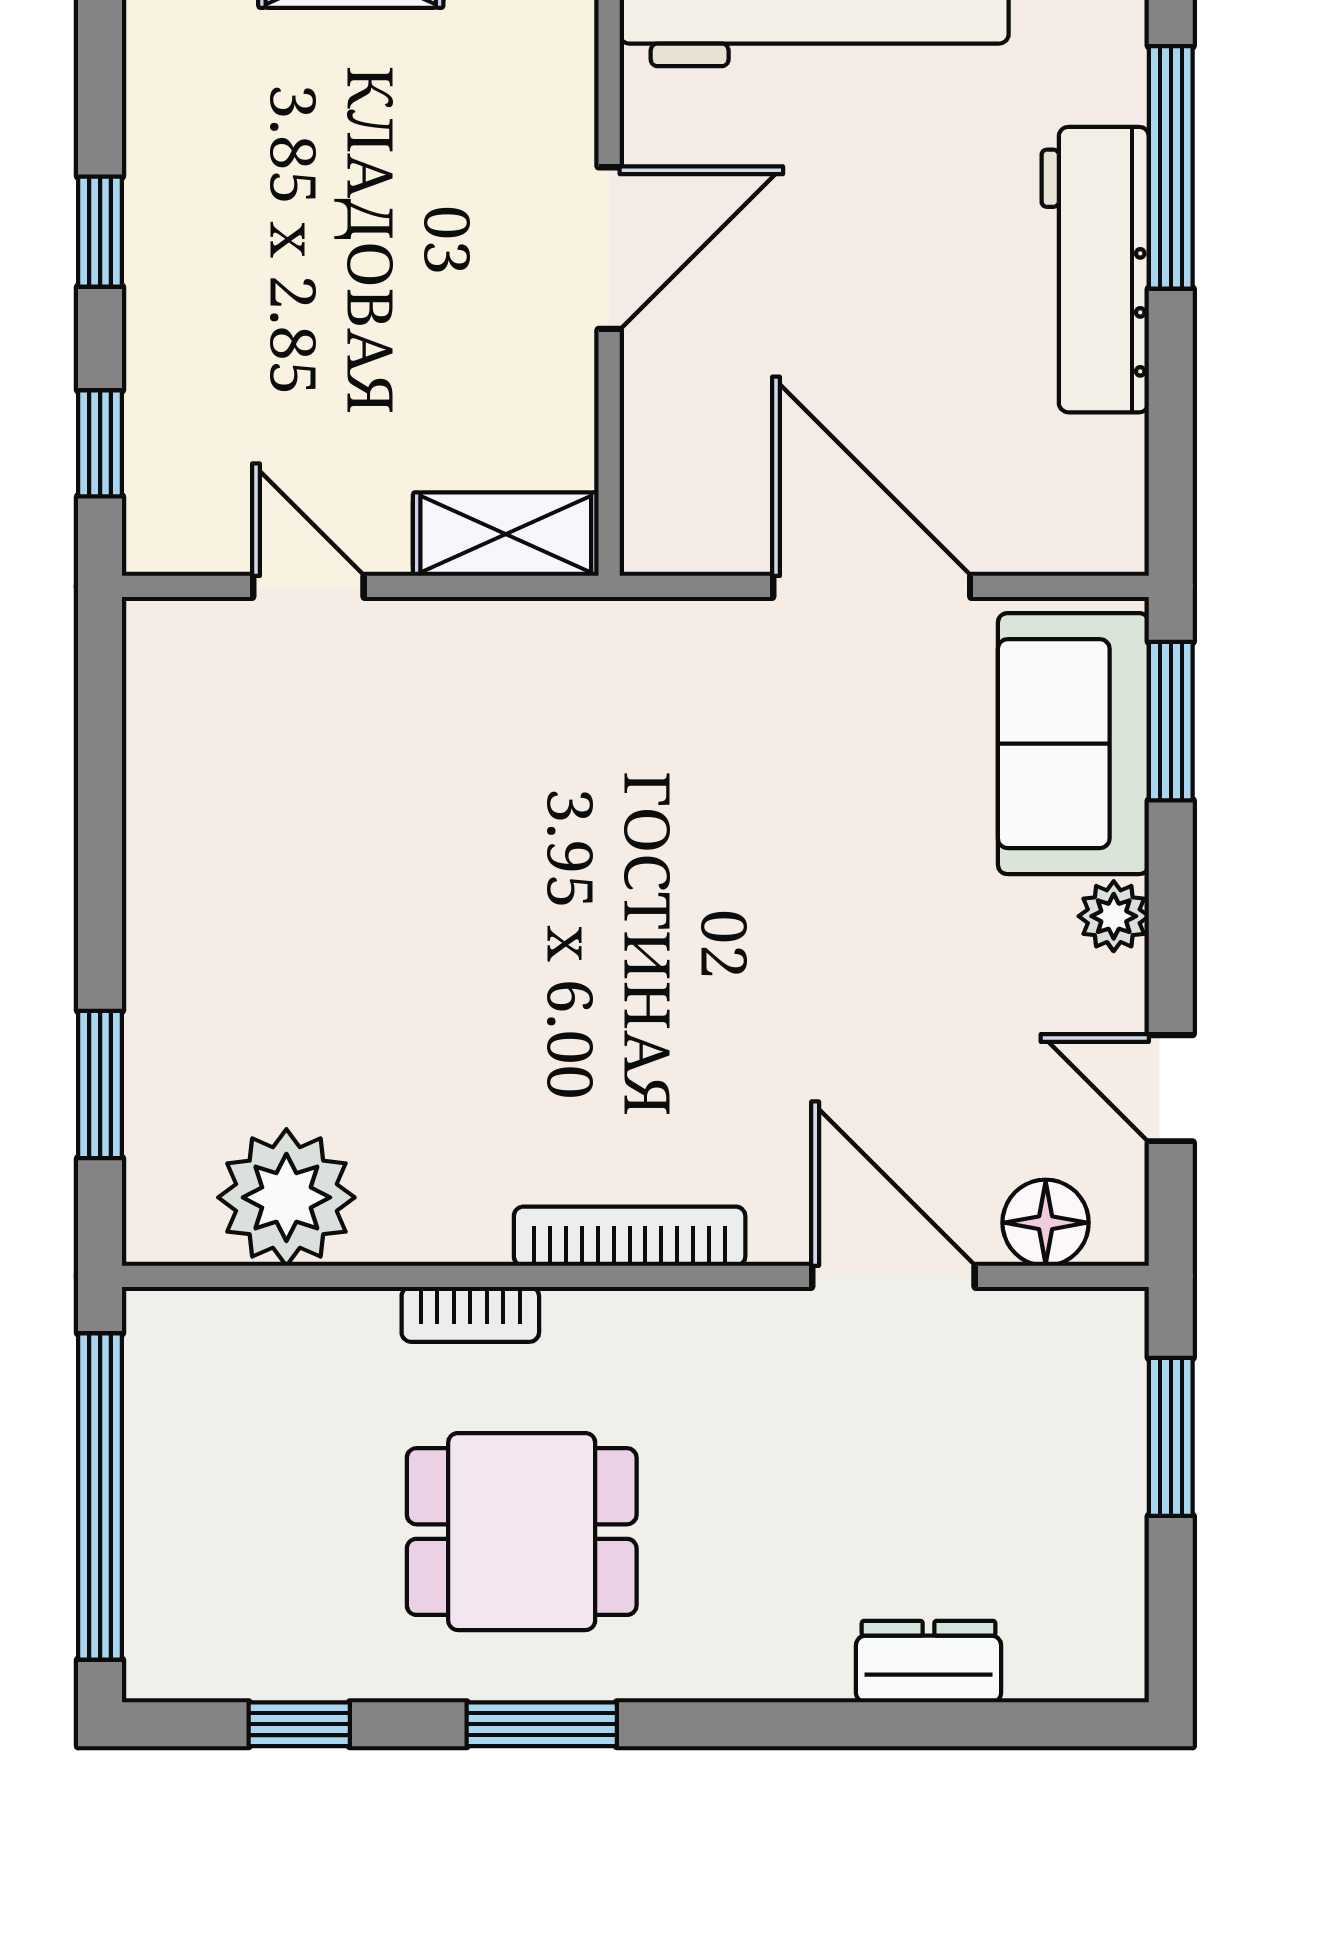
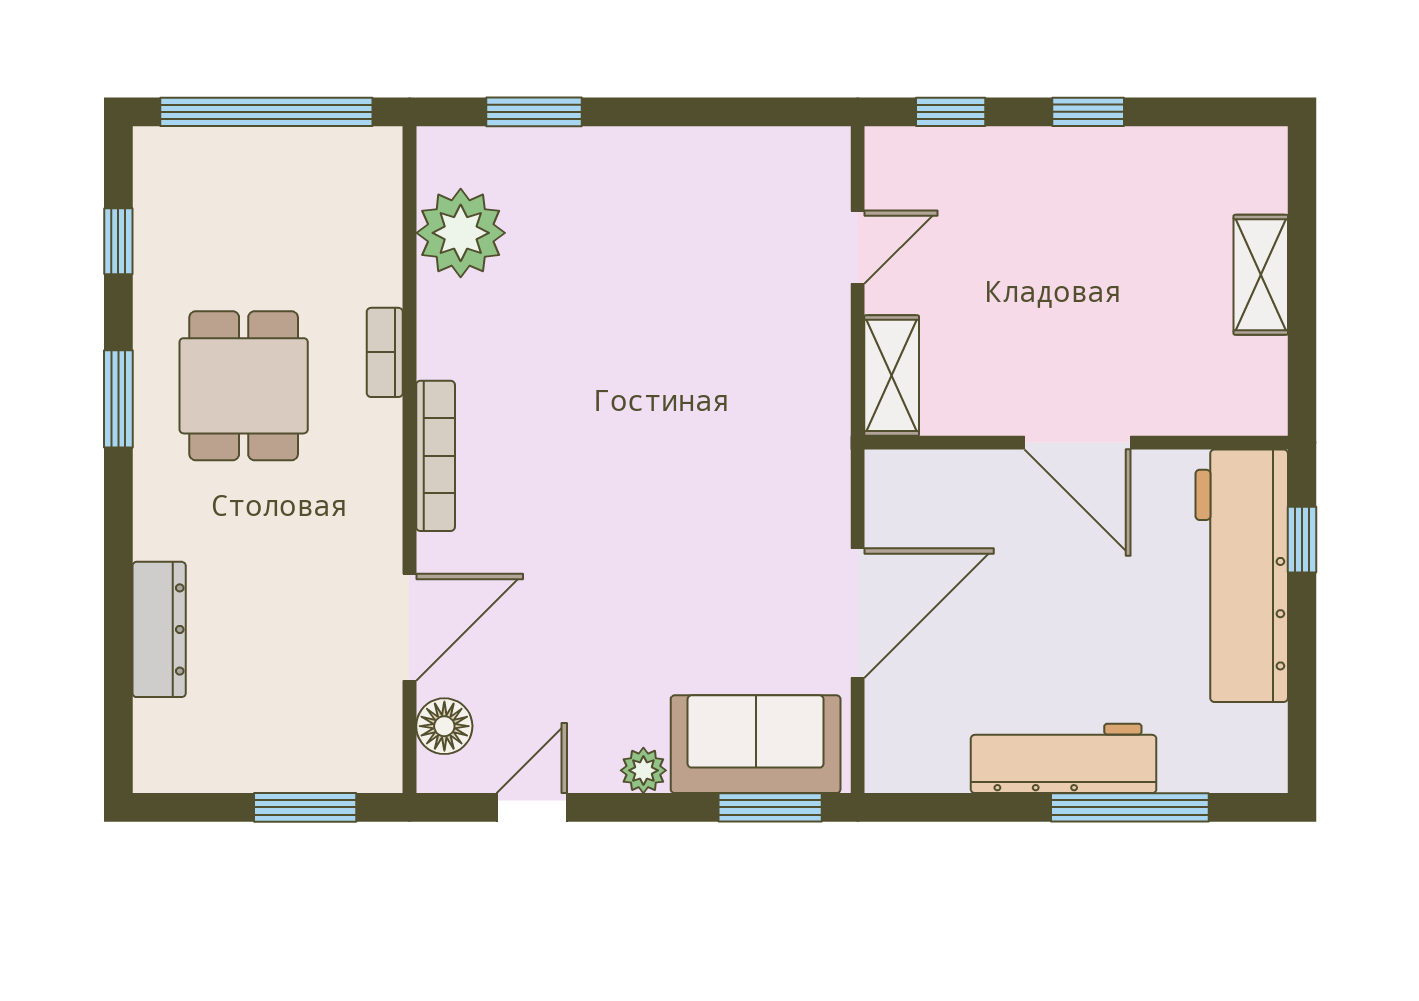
dresser: (929, 1662) -> (159, 629), width x1.44

